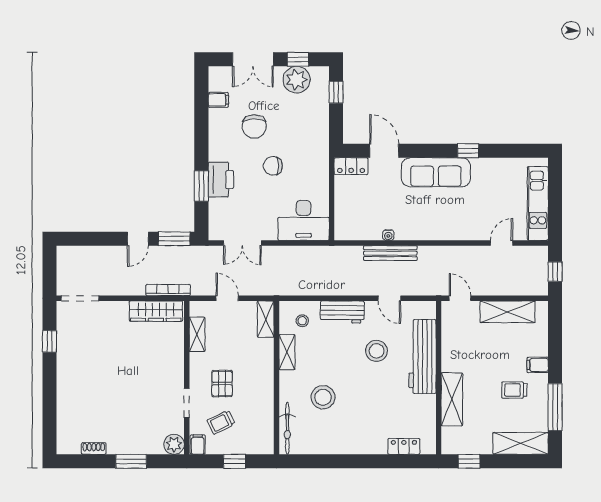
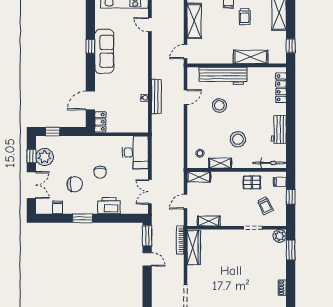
sofa: (436, 172) -> (104, 51), moved
window: (201, 186) -> (82, 218), moved
double door: (242, 243) -> (150, 192), swing flipped
workbench: (342, 312) -> (279, 129), moved, turned 180
pallet: (222, 384) -> (252, 182), moved
stool: (323, 397) -> (238, 139), moved
filing cabinet: (198, 445) -> (280, 182), moved
locker: (404, 446) -> (281, 88), width x1.53
window: (131, 461) -> (291, 250), moved

